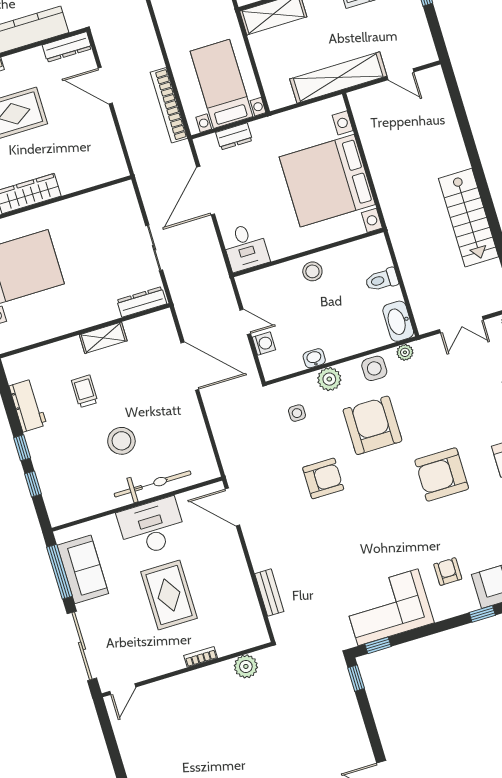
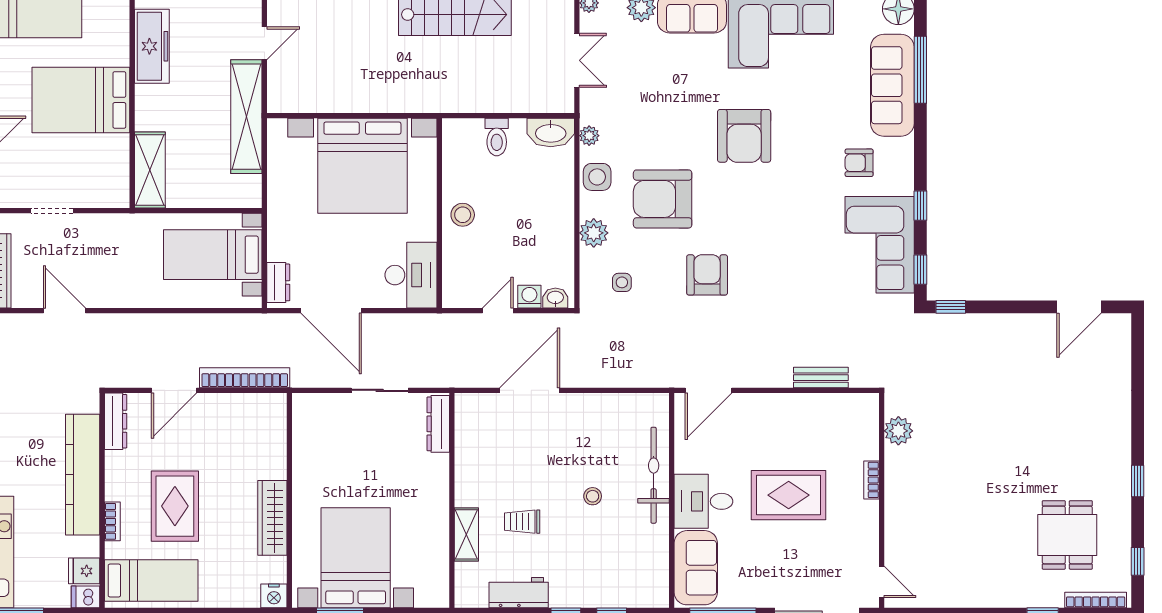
bookcase: (169, 105) -> (245, 378), moved, turned 180
dresser: (234, 136) -> (278, 282), moved
desk: (246, 247) -> (411, 275), width x1.37
shelving: (103, 338) -> (466, 534), moved
washbasin: (314, 358) -> (555, 298), moved, turned 90
stool: (121, 441) -> (593, 496), width x0.53, depth x0.53
desk: (152, 527) -> (703, 501), width x0.73
sofa: (83, 569) -> (696, 568), moved, turned 90
window: (482, 614) -> (920, 206), moved

